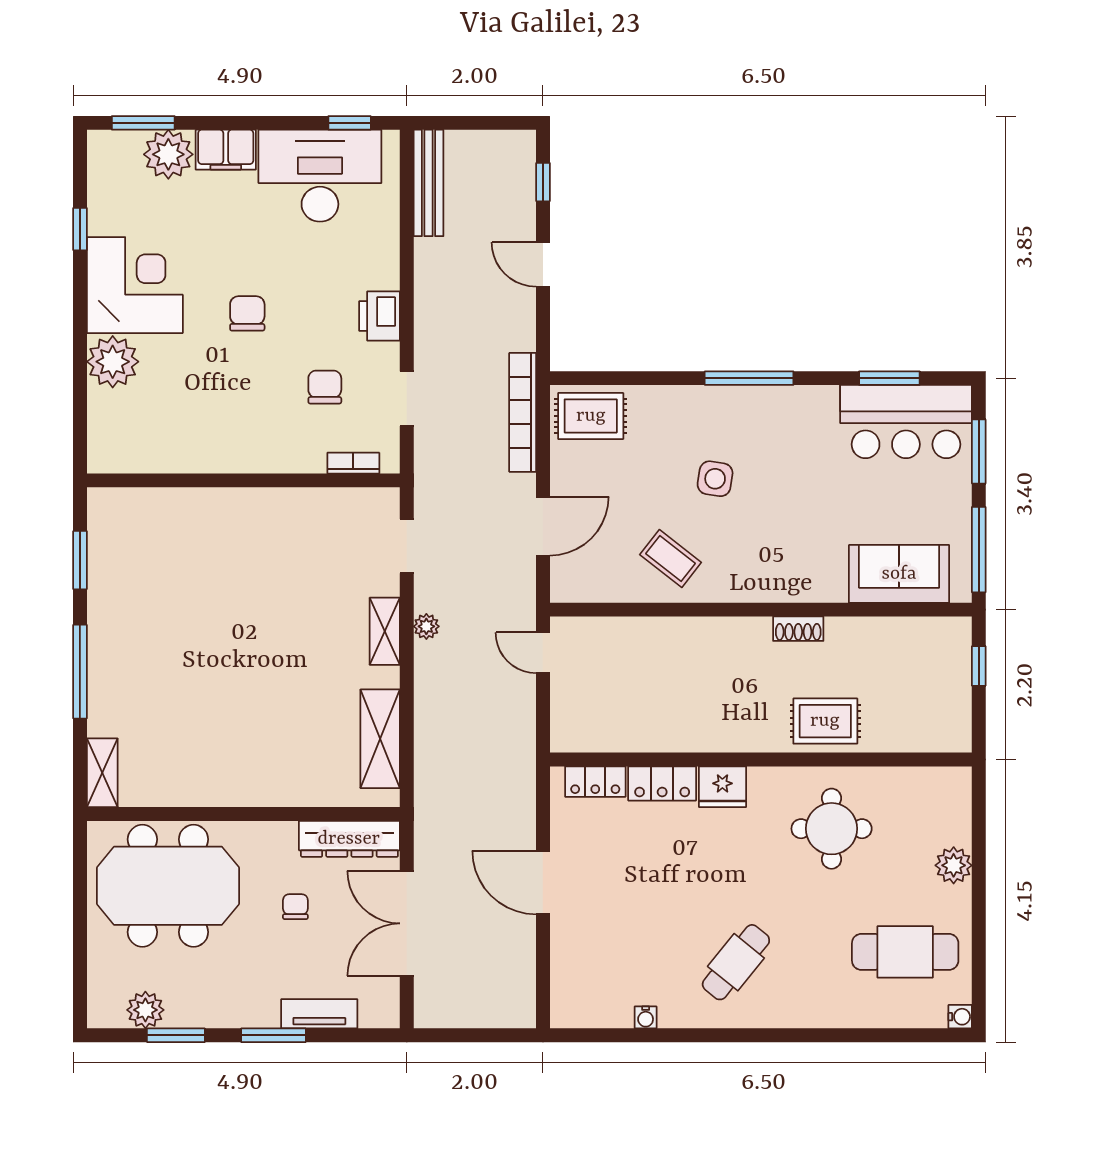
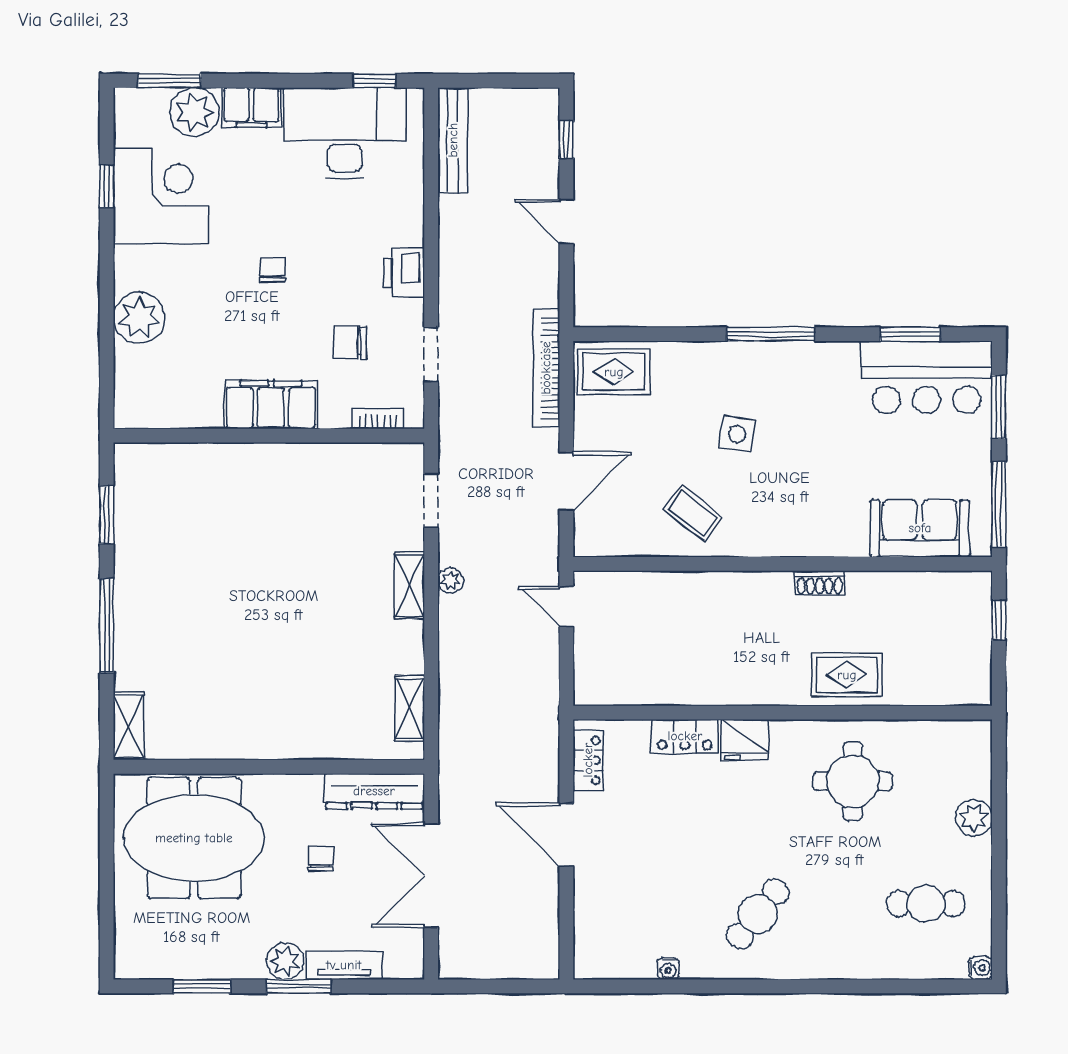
corner desk: (135, 285) -> (161, 196), moved
chair: (247, 313) -> (273, 270), width x0.73, depth x0.73
chair: (325, 387) -> (350, 343), turned -90
filing cabinet: (245, 449) -> (271, 405), added
shelving: (380, 739) -> (410, 708), width x0.67, depth x0.75
locker: (595, 782) -> (588, 760), moved, turned -90
cafe table: (905, 952) -> (926, 904), width x0.73, depth x0.74
plant: (145, 1010) -> (285, 961), moved

